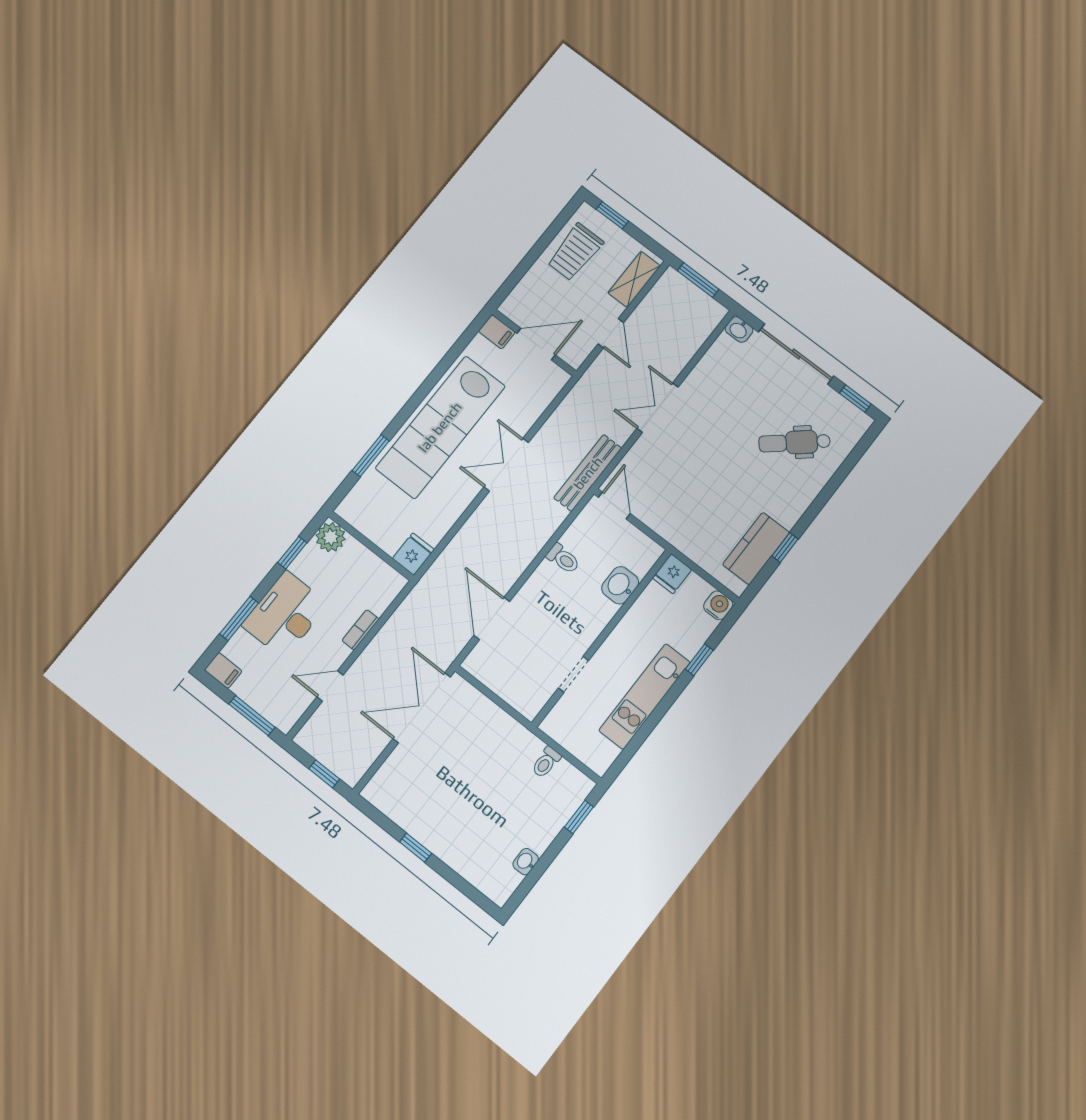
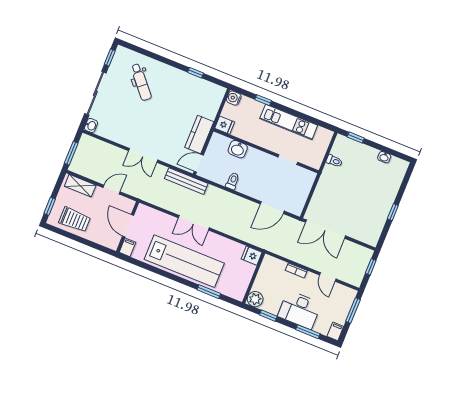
kitchen counter: (756, 549) -> (199, 135), moved, turned 90

